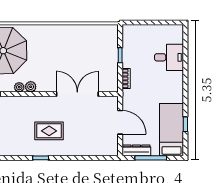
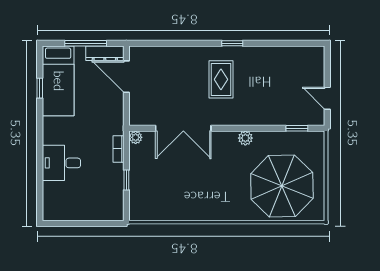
desk: (169, 57) -> (61, 163), moved
plant: (19, 87) -> (136, 137), moved
door: (120, 122) -> (126, 77), moved
rug: (49, 131) -> (221, 79), turned 90

